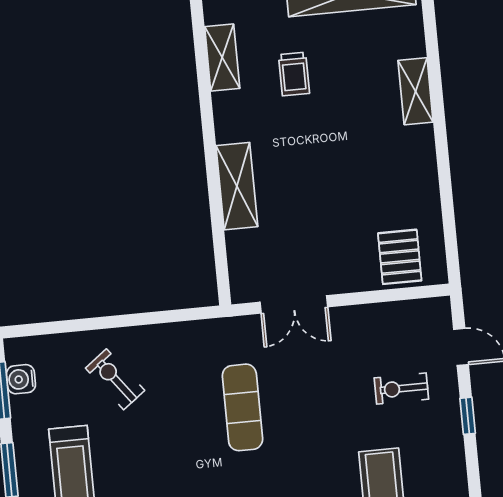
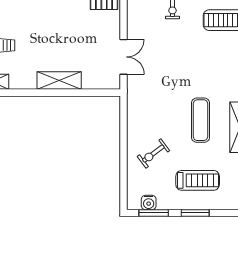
exercise mat: (242, 407) -> (201, 120), moved, turned 90

